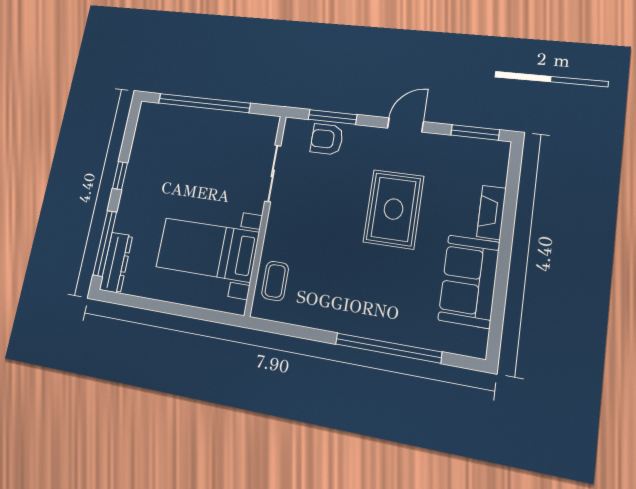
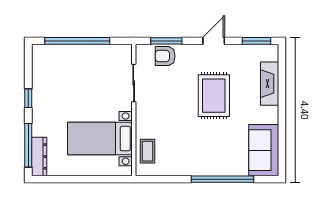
fireplace: (491, 212) -> (270, 84), width x1.37, depth x1.32
sofa: (469, 281) -> (264, 150), moved

